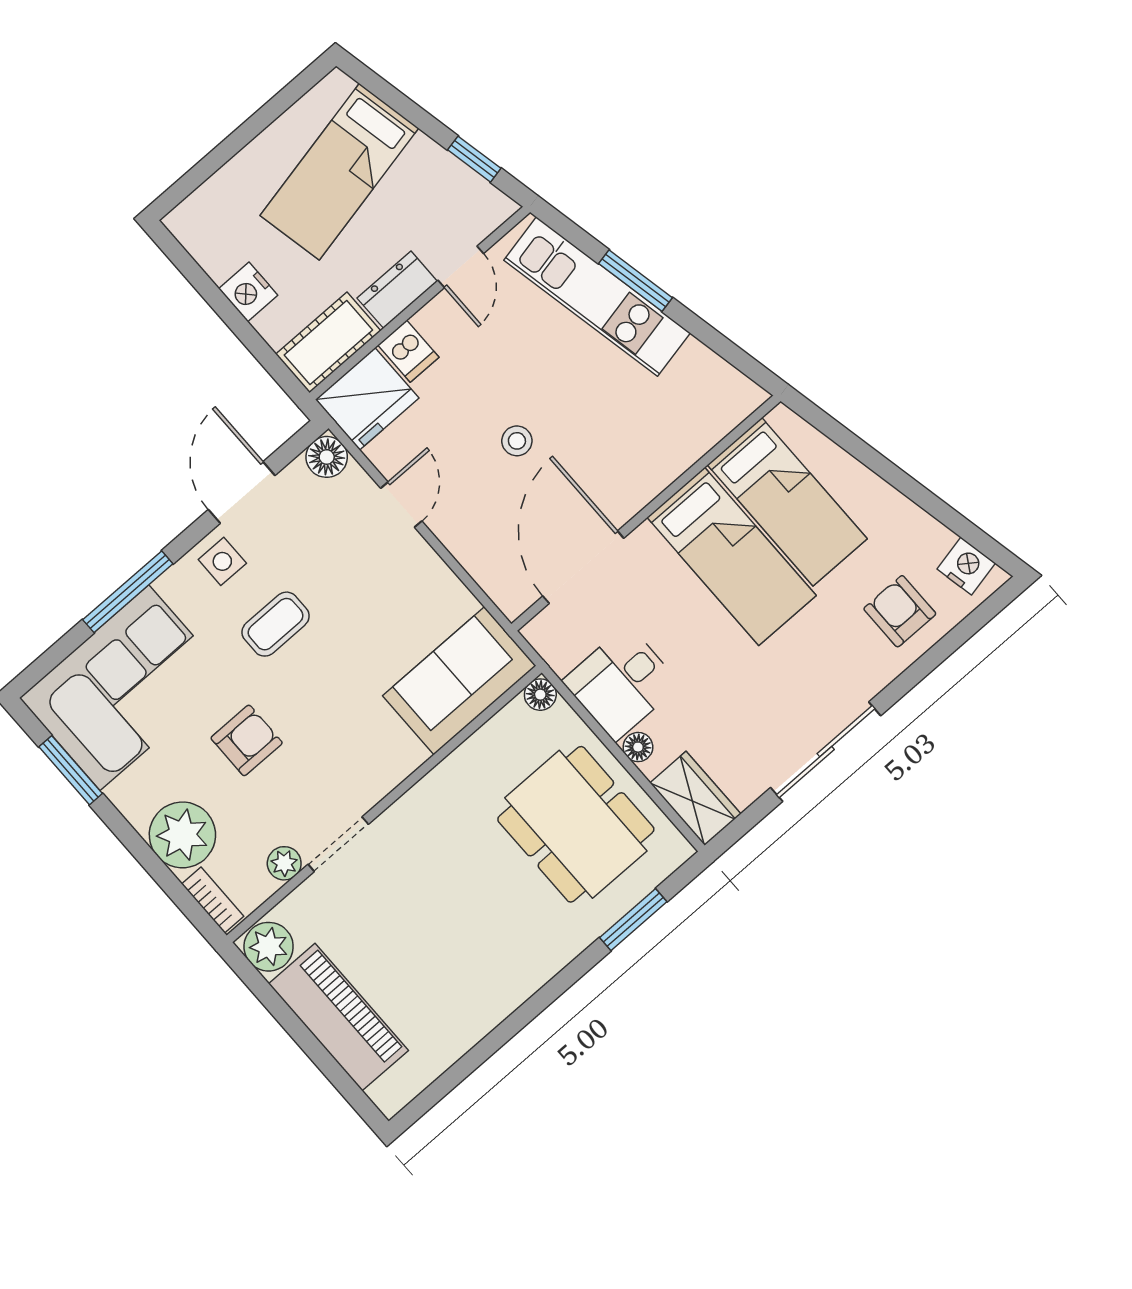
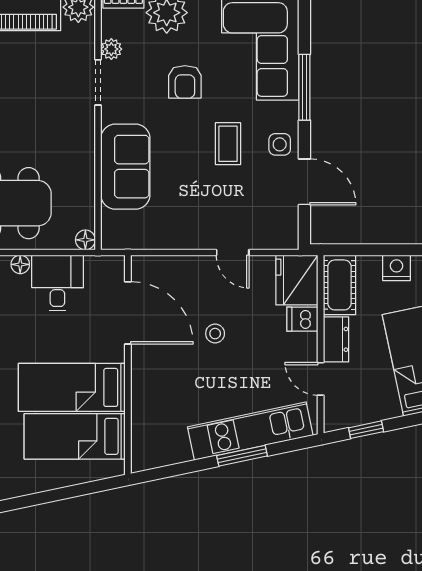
floor lamp: (327, 457) -> (286, 237), removed
sofa: (459, 681) -> (125, 167), moved

